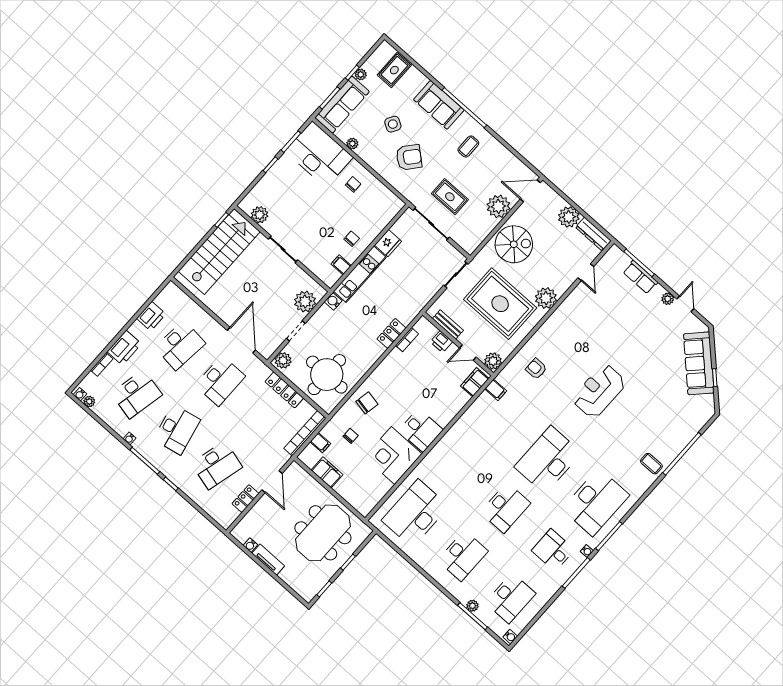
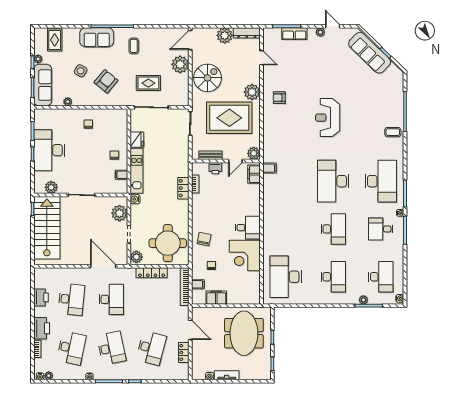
desk: (319, 154) -> (49, 150), moved, turned -90
armchair: (536, 369) -> (279, 98), moved

